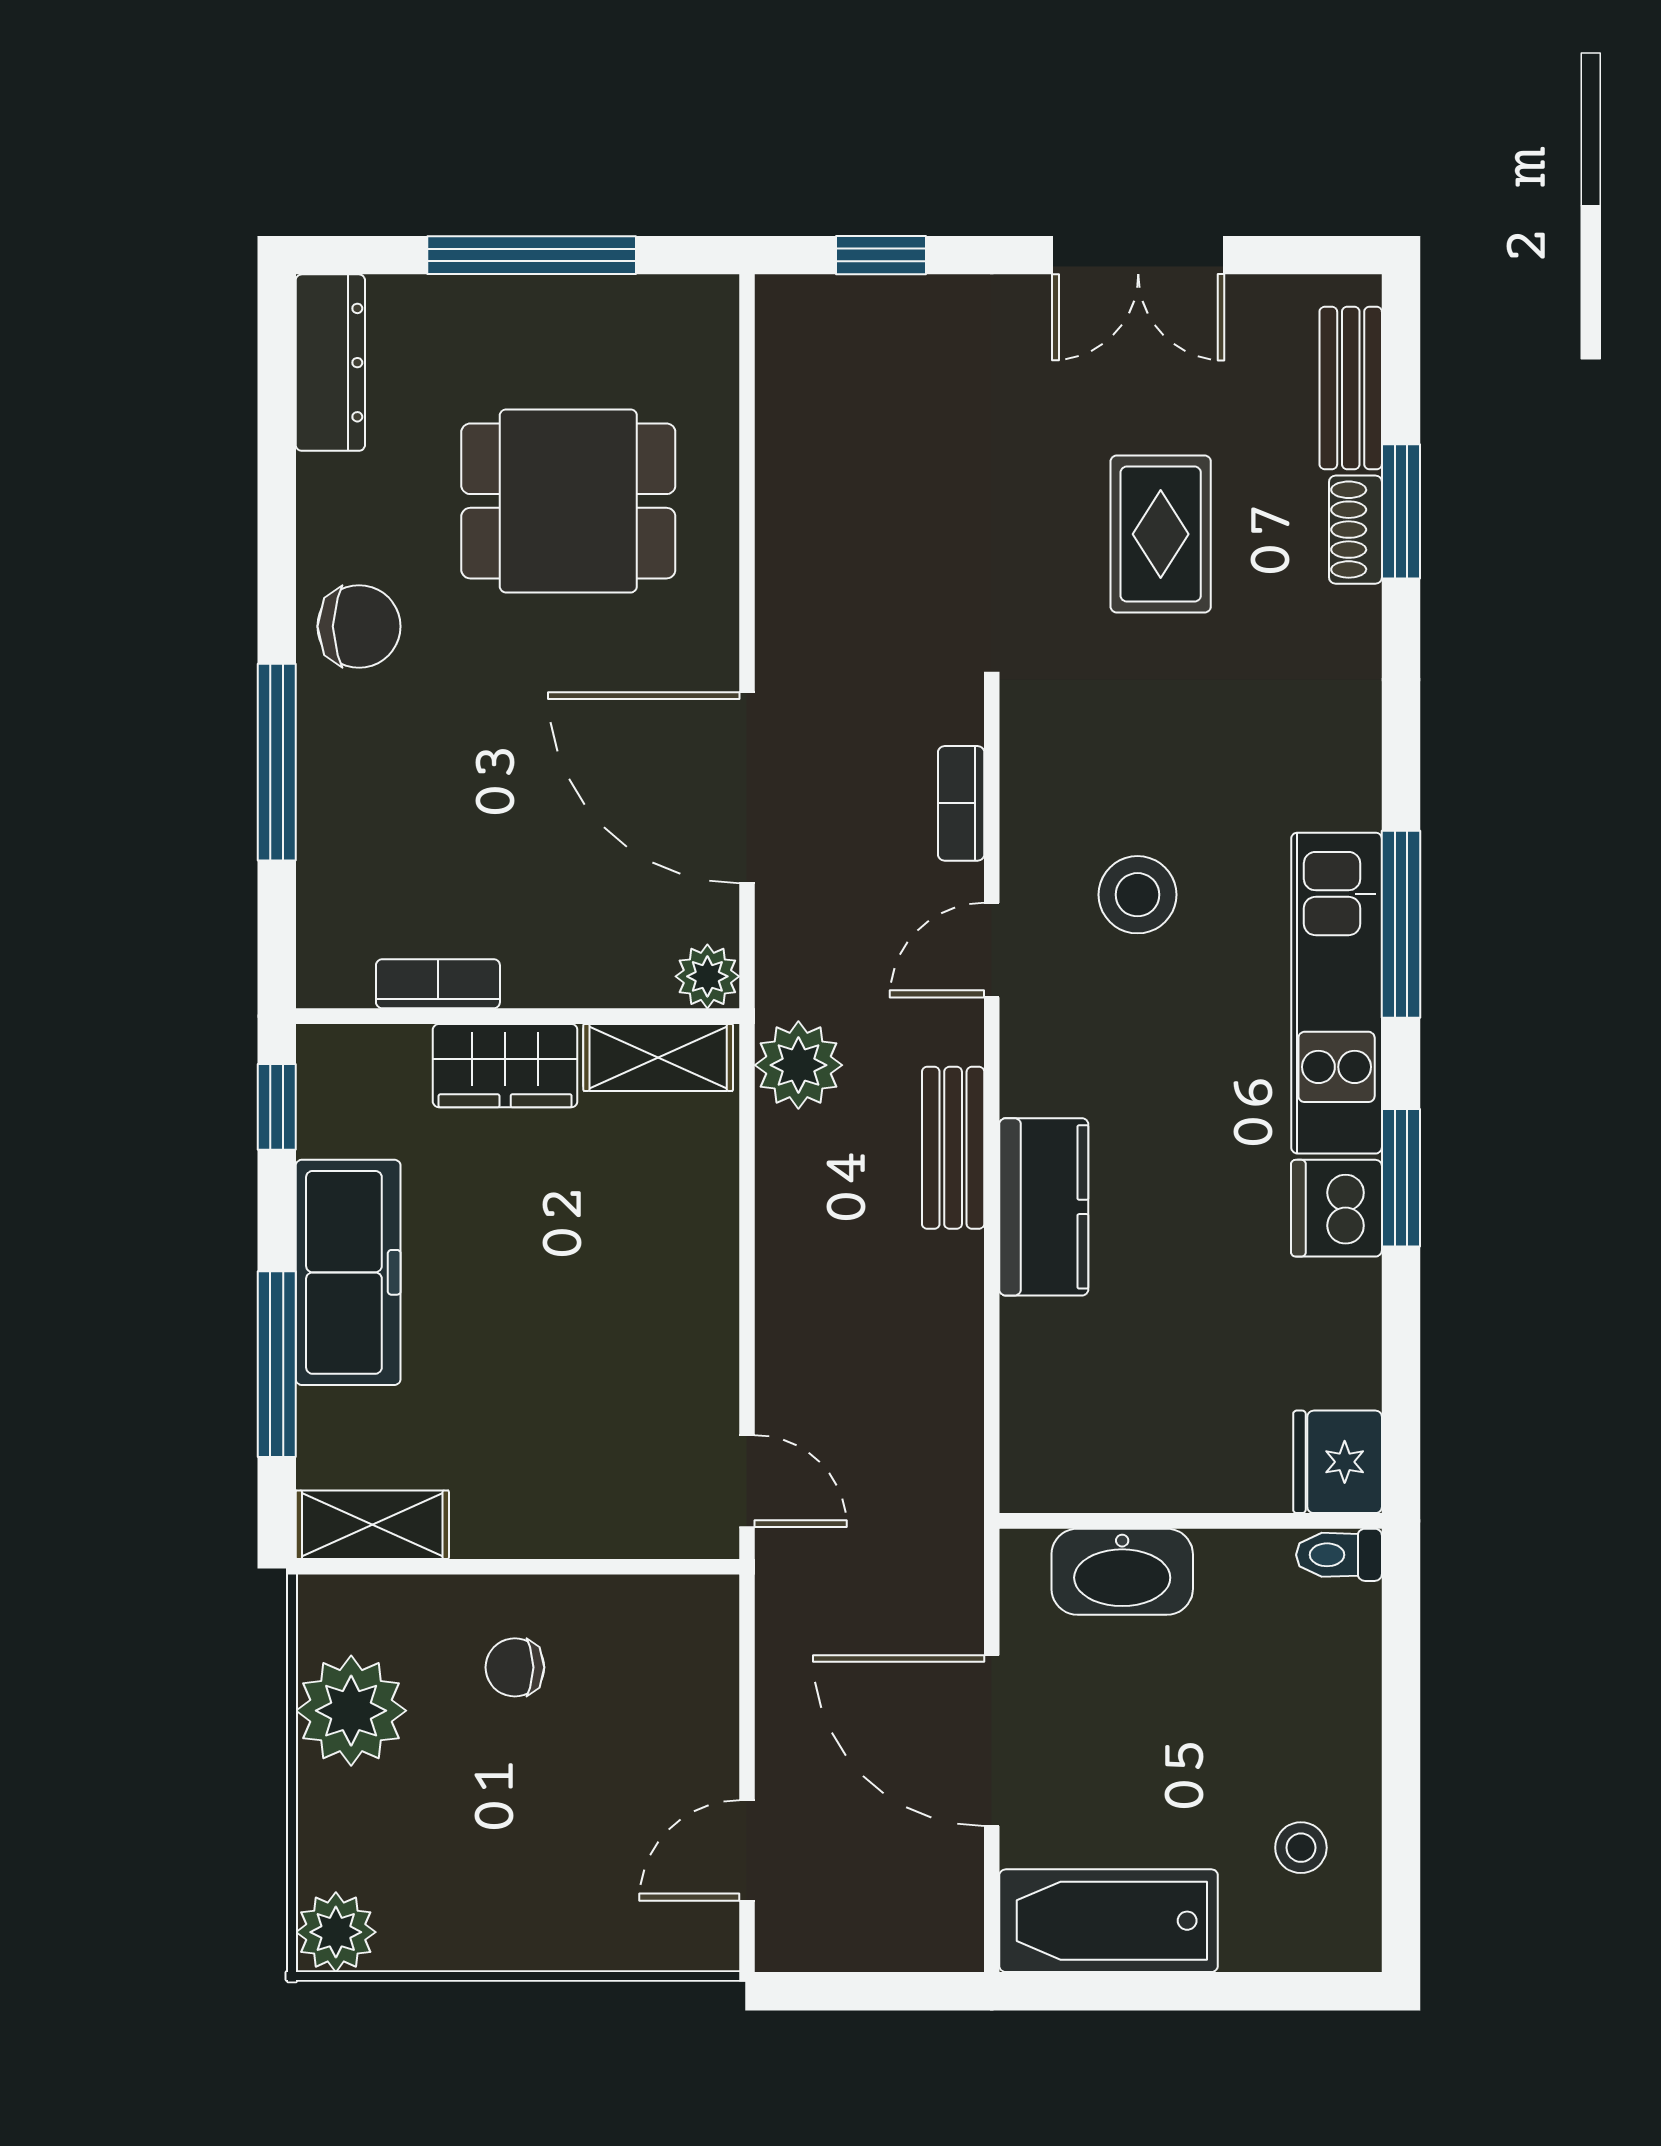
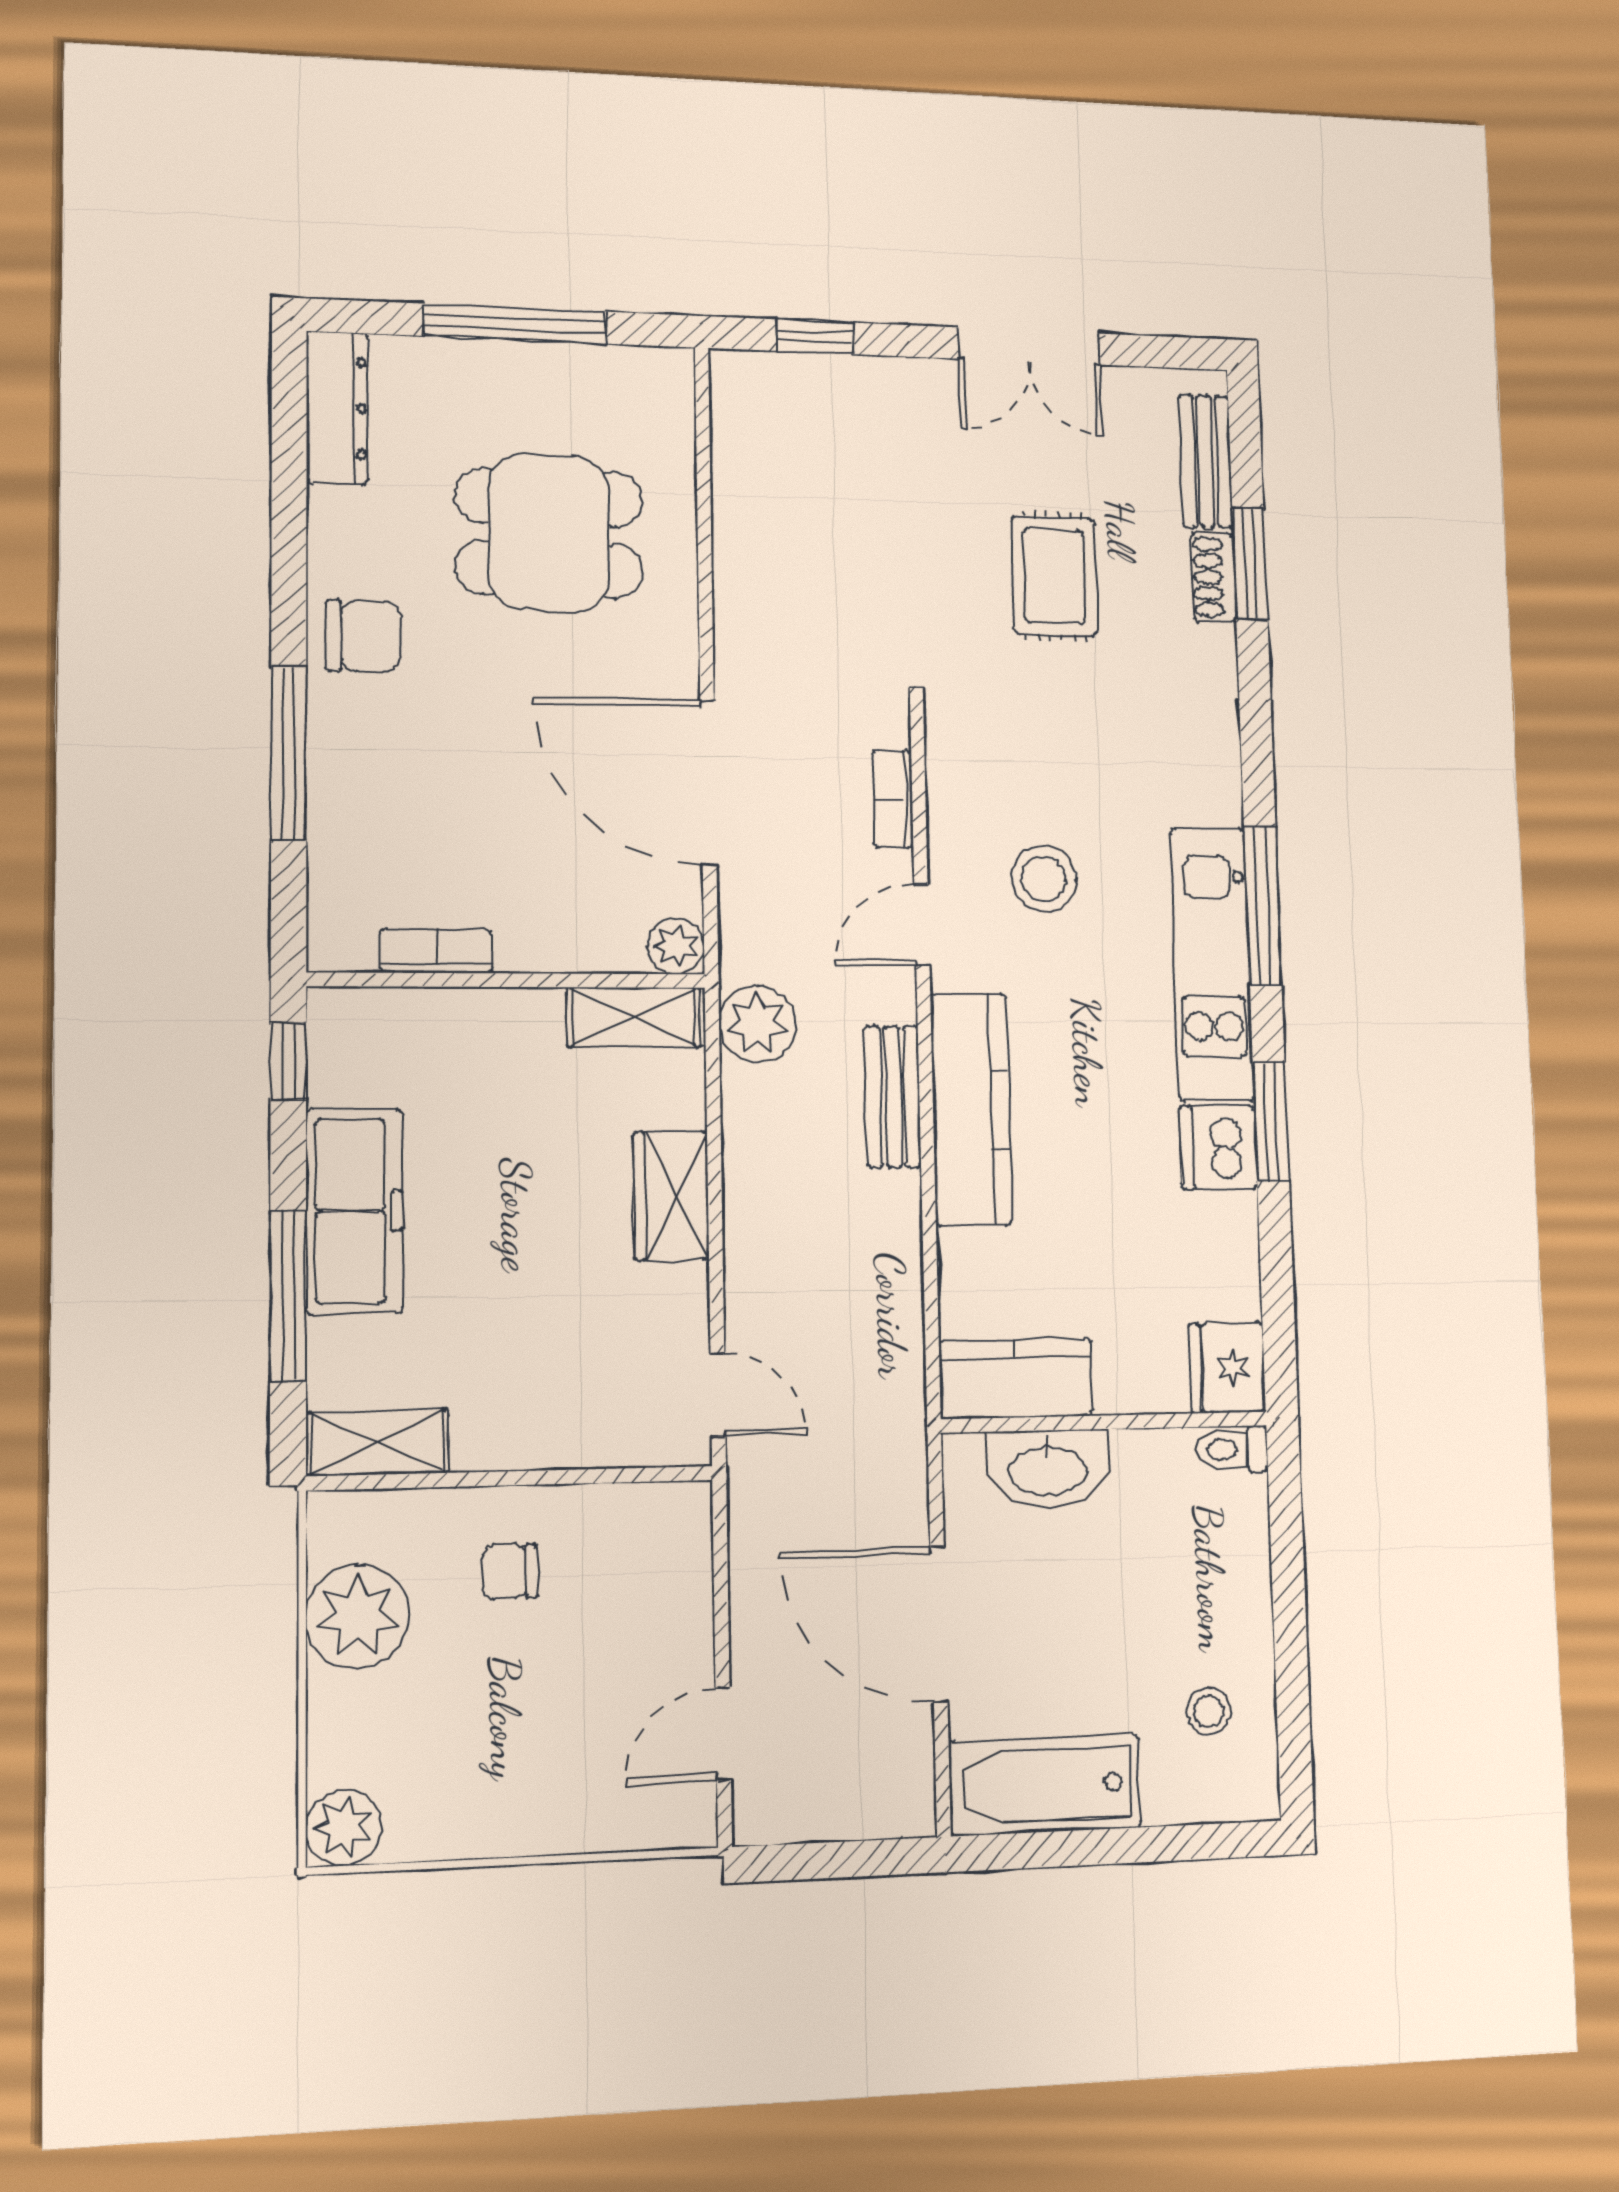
wardrobe: (505, 1066) -> (671, 1196), moved, turned 90
kitchen counter: (1044, 1207) -> (971, 1109), width x1.50
kitchen counter: (1088, 1469) -> (1016, 1378), added

